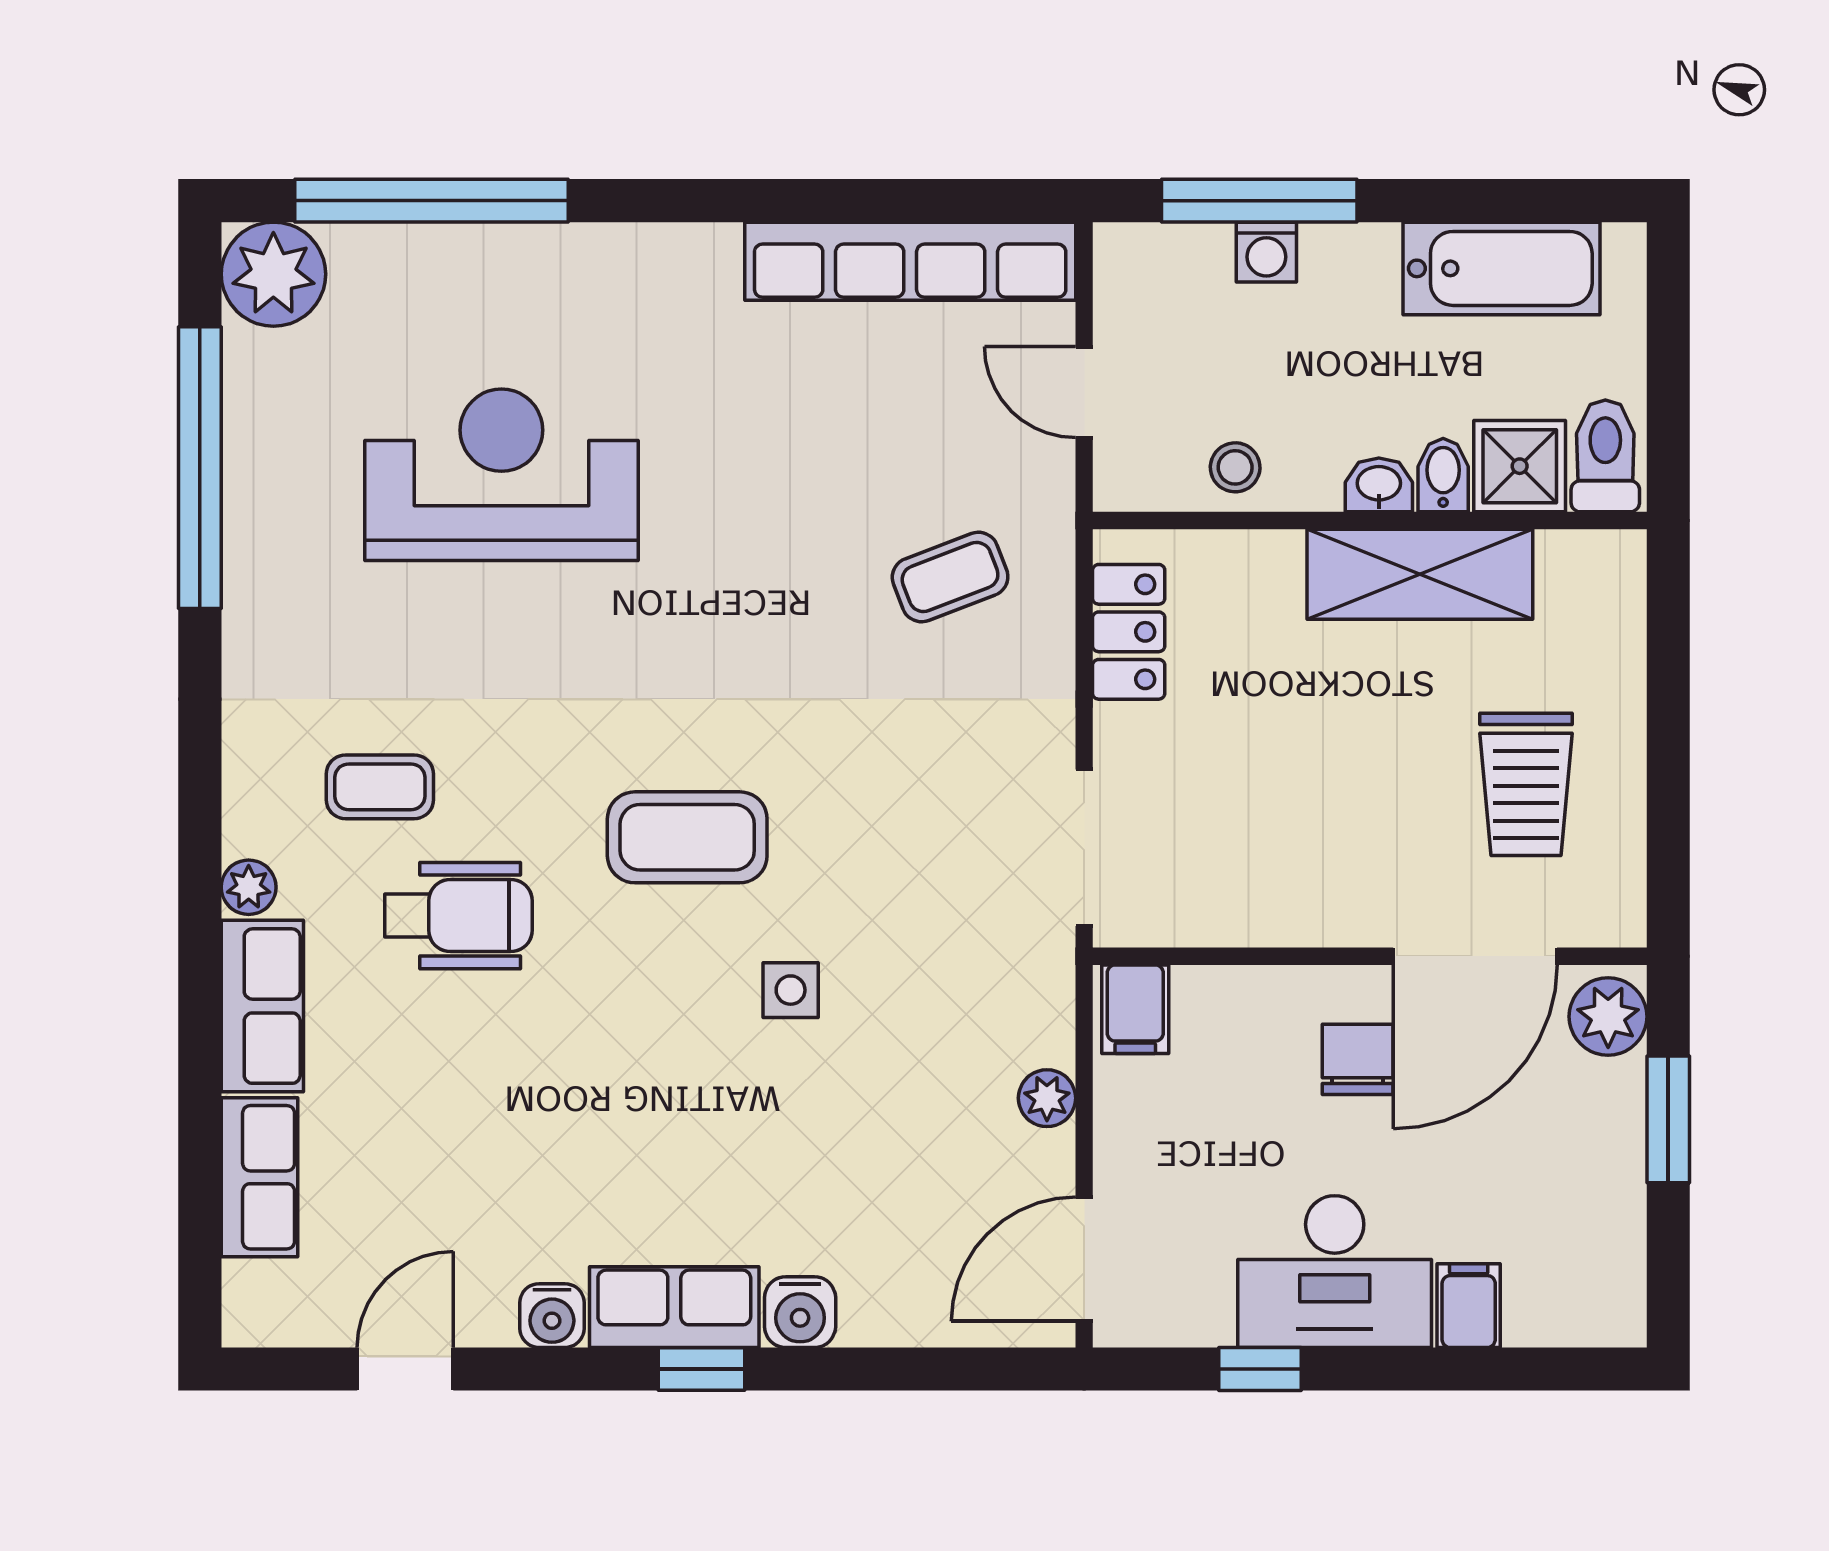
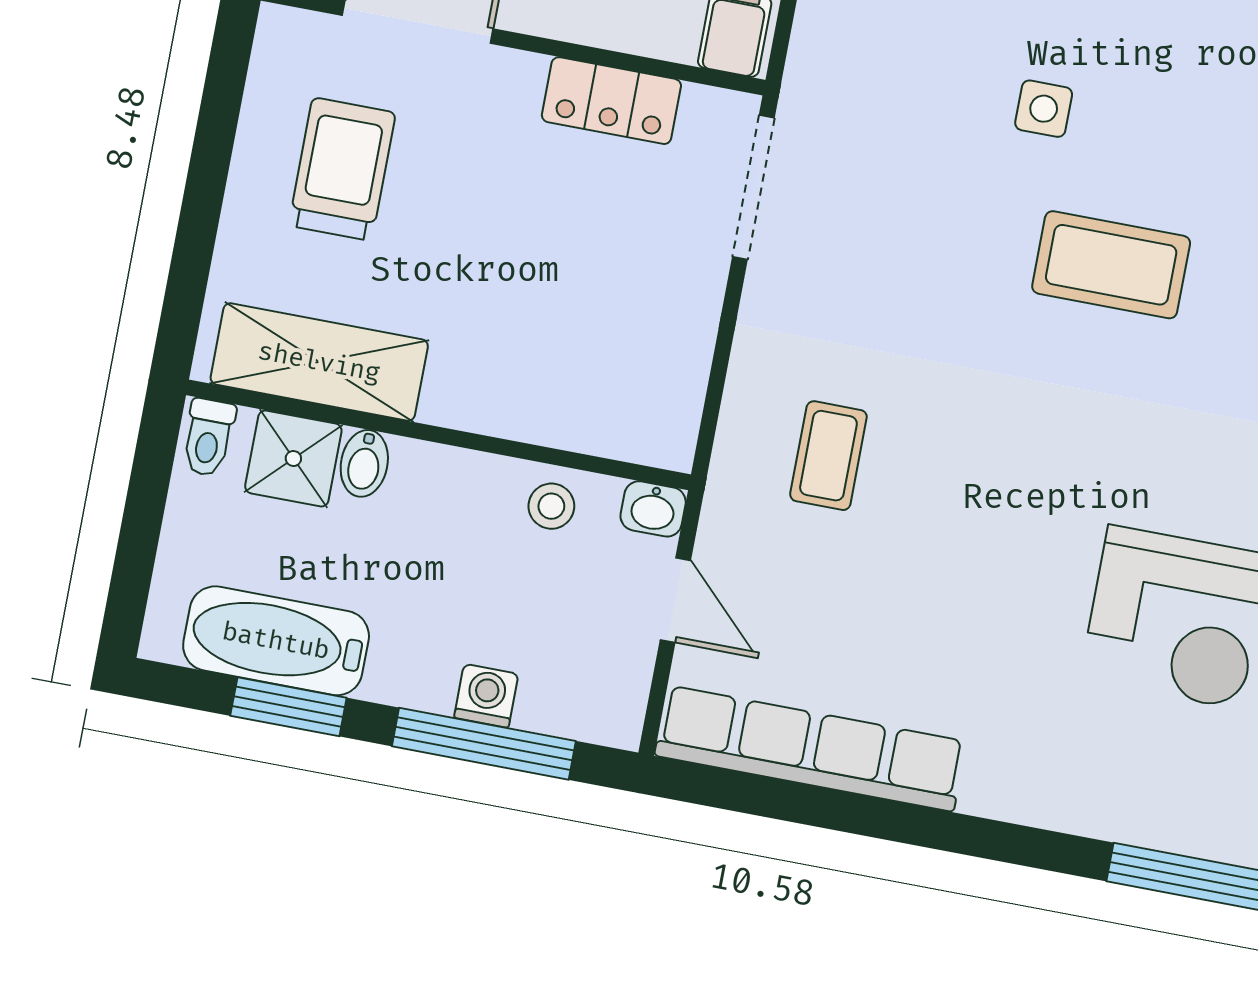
window: (1475, 201) -> (288, 707), added
toilet: (1605, 456) -> (208, 437), width x0.73, depth x0.72
washbasin: (1379, 485) -> (653, 509), moved
shelving: (1420, 574) -> (319, 362), moved
coffee table: (950, 577) -> (828, 456), turned -69
locker: (1129, 632) -> (611, 101), moved, turned -90

